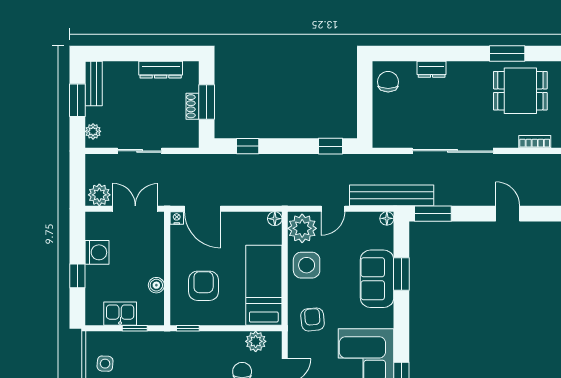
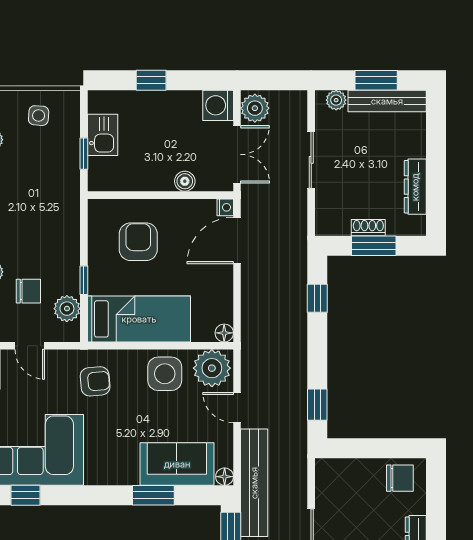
bench: (94, 84) -> (387, 101), width x1.36
washing machine: (97, 252) -> (218, 105), moved, turned 90
sofa: (377, 279) -> (177, 464), moved
boiler: (156, 285) -> (185, 181), moved
armchair: (204, 286) -> (138, 242), turned -90
window: (188, 328) -> (84, 280), moved

